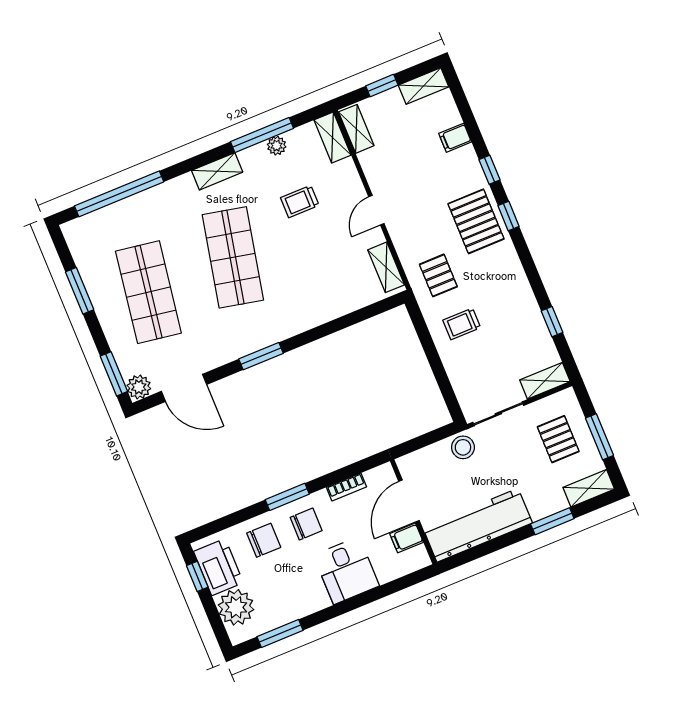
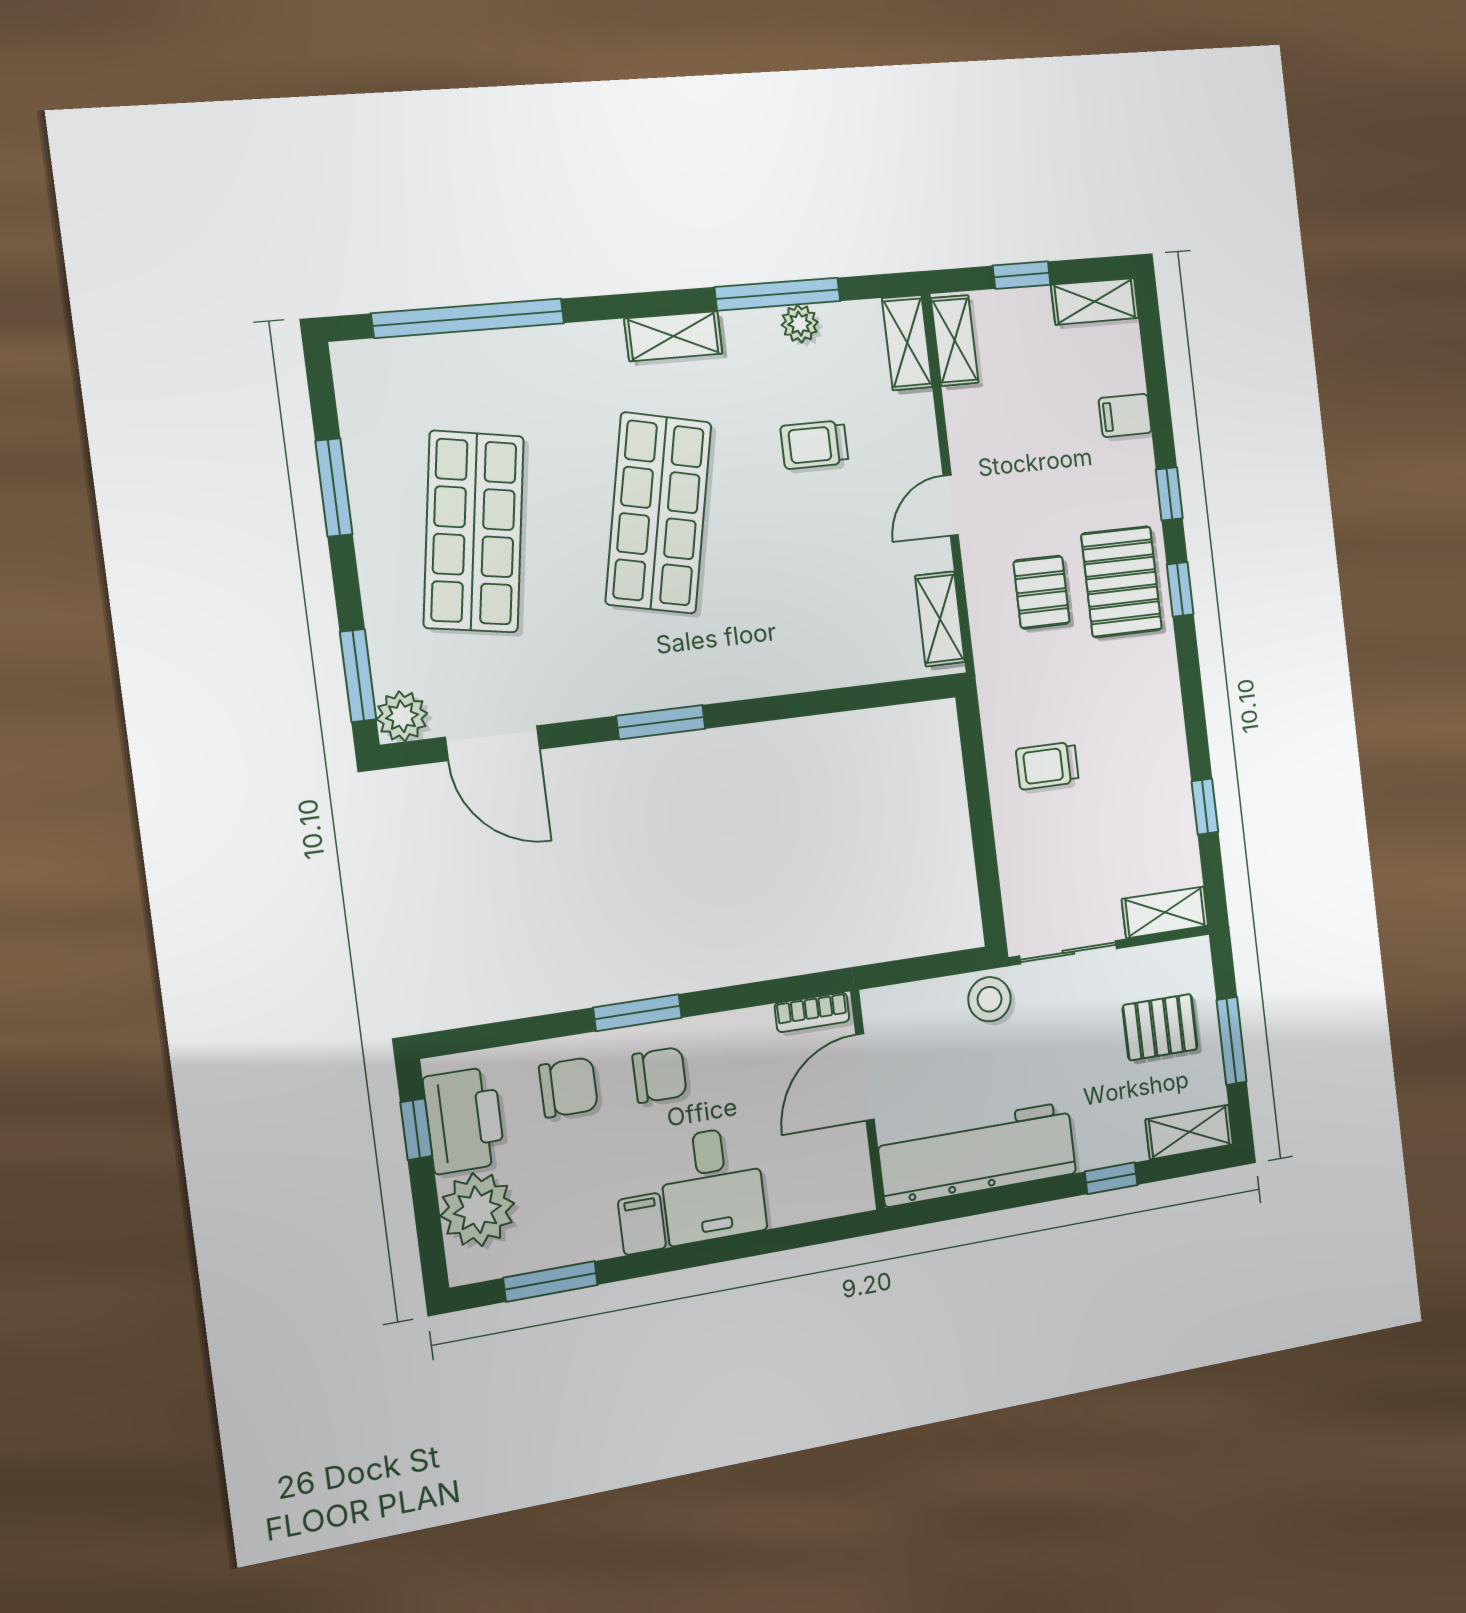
pallet: (438, 275) -> (1042, 592), moved
pallet: (558, 439) -> (1160, 1027), turned 90
bookcase: (346, 487) -> (812, 1012), moved
window: (552, 521) -> (1111, 1178), width x0.67
filing cabinet: (407, 538) -> (642, 1224), moved, turned 90

